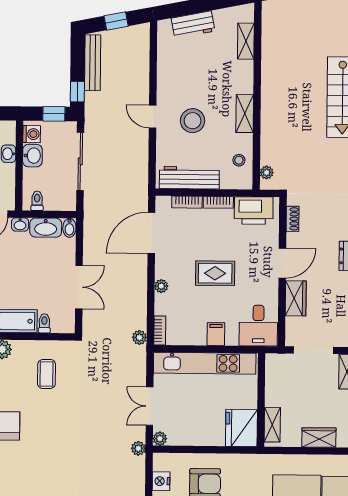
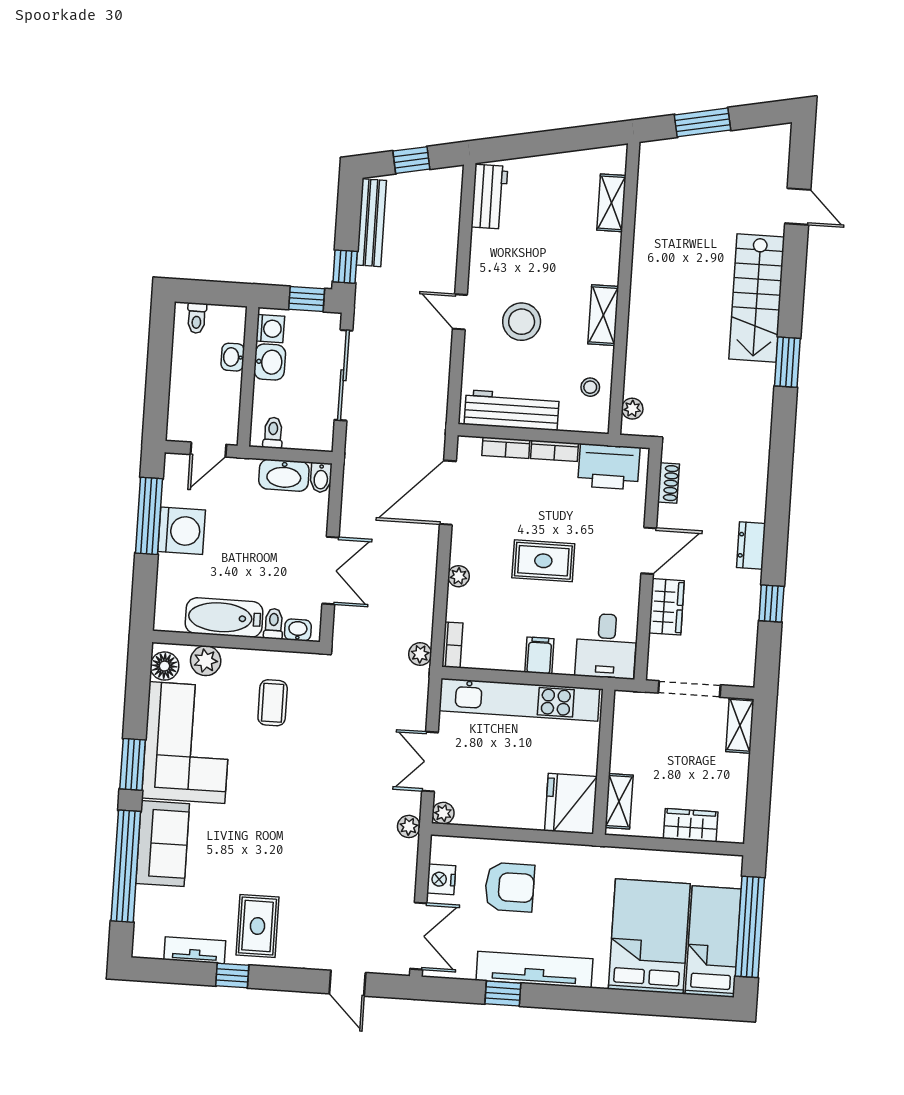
workbench: (193, 25) -> (489, 197), moved, turned -79
washbasin: (20, 224) -> (298, 630), moved, turned 180

